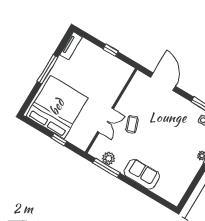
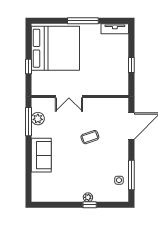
coffee table: (132, 124) -> (90, 137), moved

